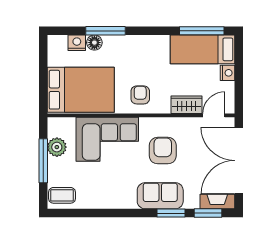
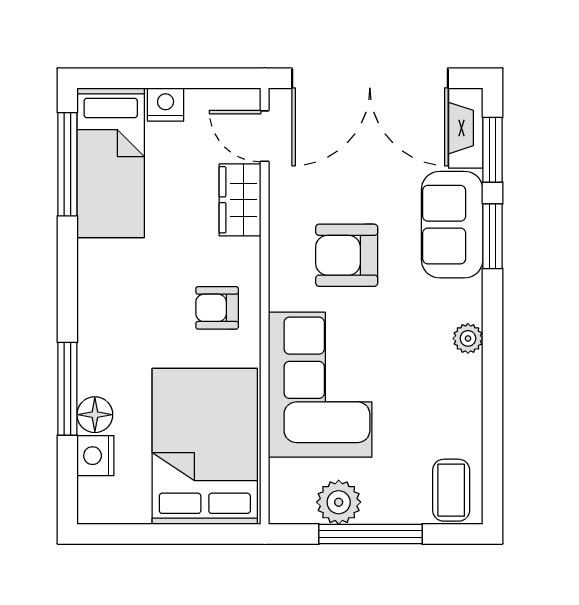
sofa: (160, 196) -> (452, 225), moved
plant: (127, 203) -> (468, 338), added

